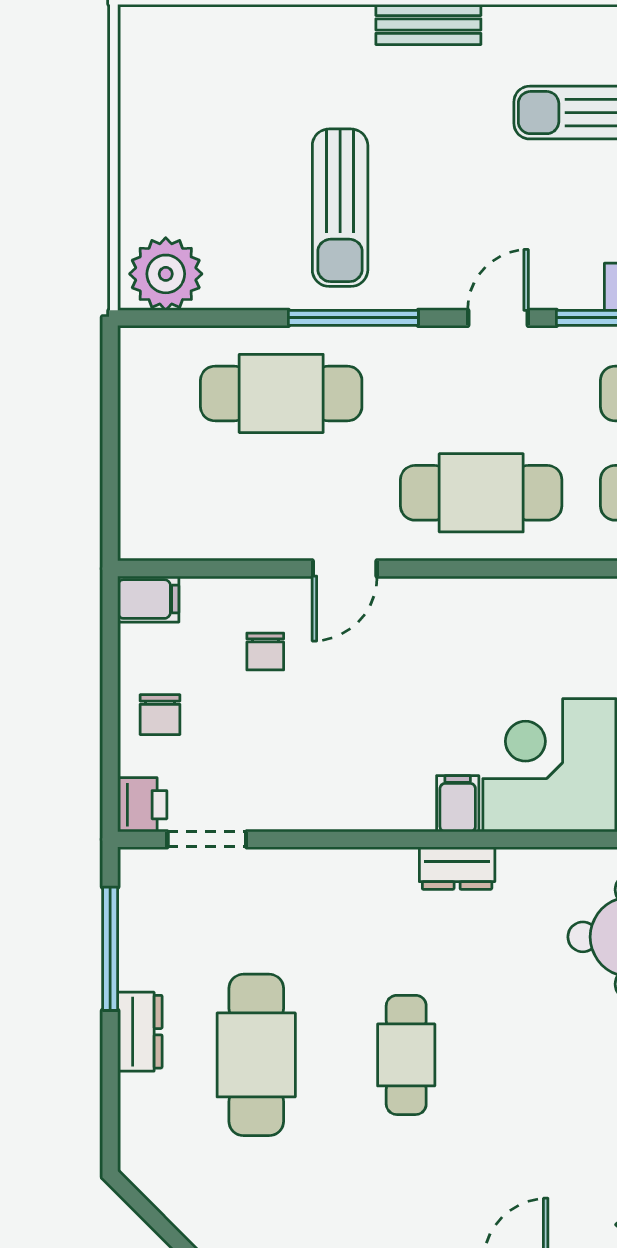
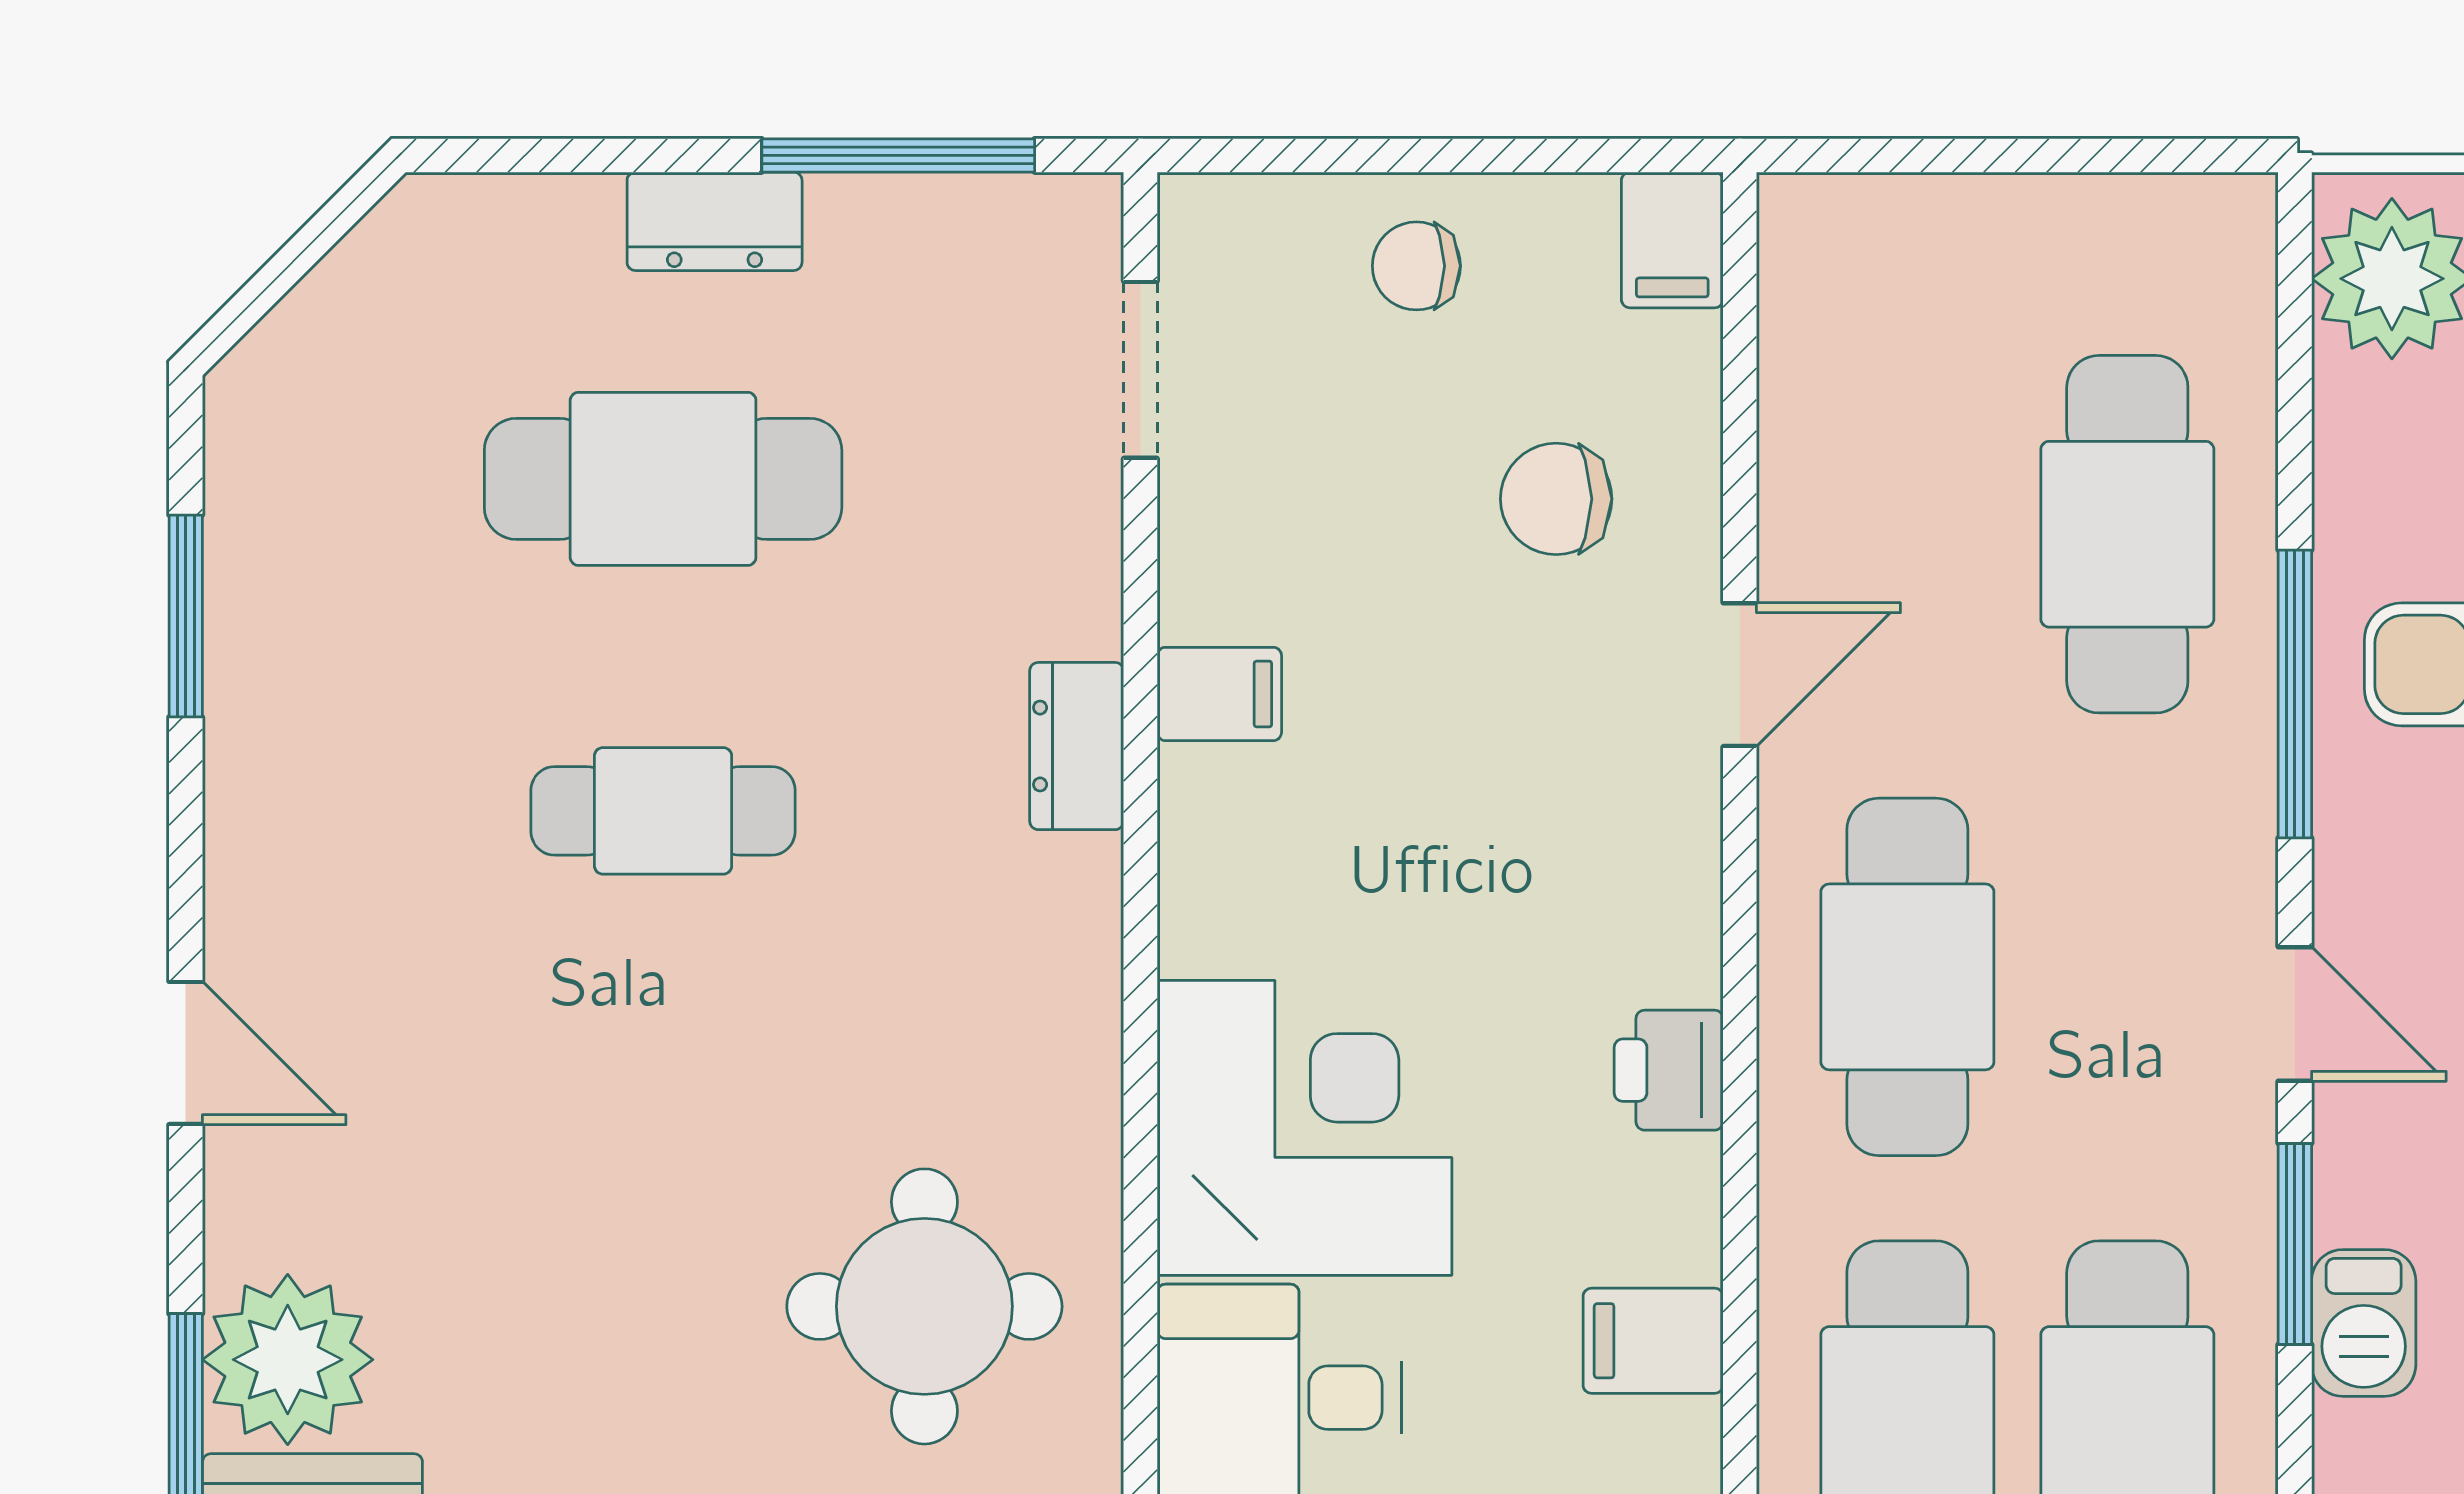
door: (345, 569) -> (1740, 675), swing flipped
chair: (265, 651) -> (1556, 499), width x1.37, depth x1.37
filing cabinet: (458, 804) -> (1219, 694), moved
printer: (142, 805) -> (1669, 1070), moved, turned 90
dresser: (457, 868) -> (1077, 746), moved

